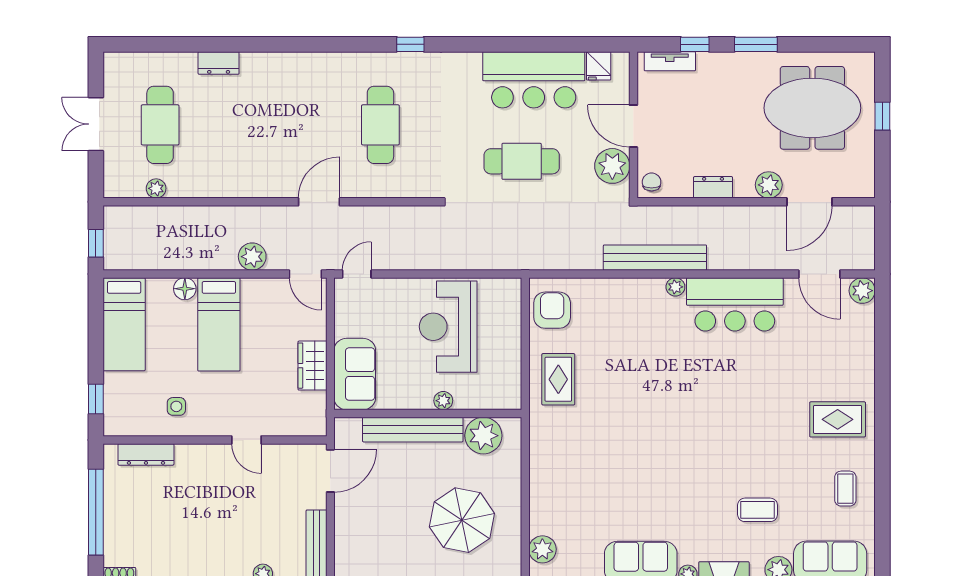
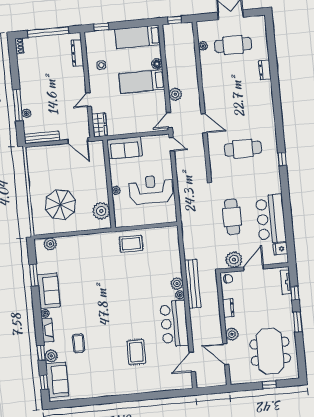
plant: (862, 291) -> (177, 284), moved
armchair: (552, 310) -> (163, 238), removed
wardrobe: (312, 366) -> (100, 125), moved, turned 90
rug: (838, 419) -> (136, 352), moved
bench: (413, 430) -> (101, 178), removed
coffee table: (845, 489) -> (92, 384), removed

